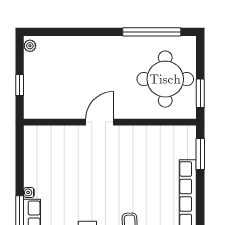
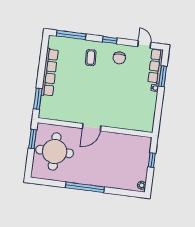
window: (152, 32) -> (85, 187), moved
door: (100, 122) -> (92, 127), moved

